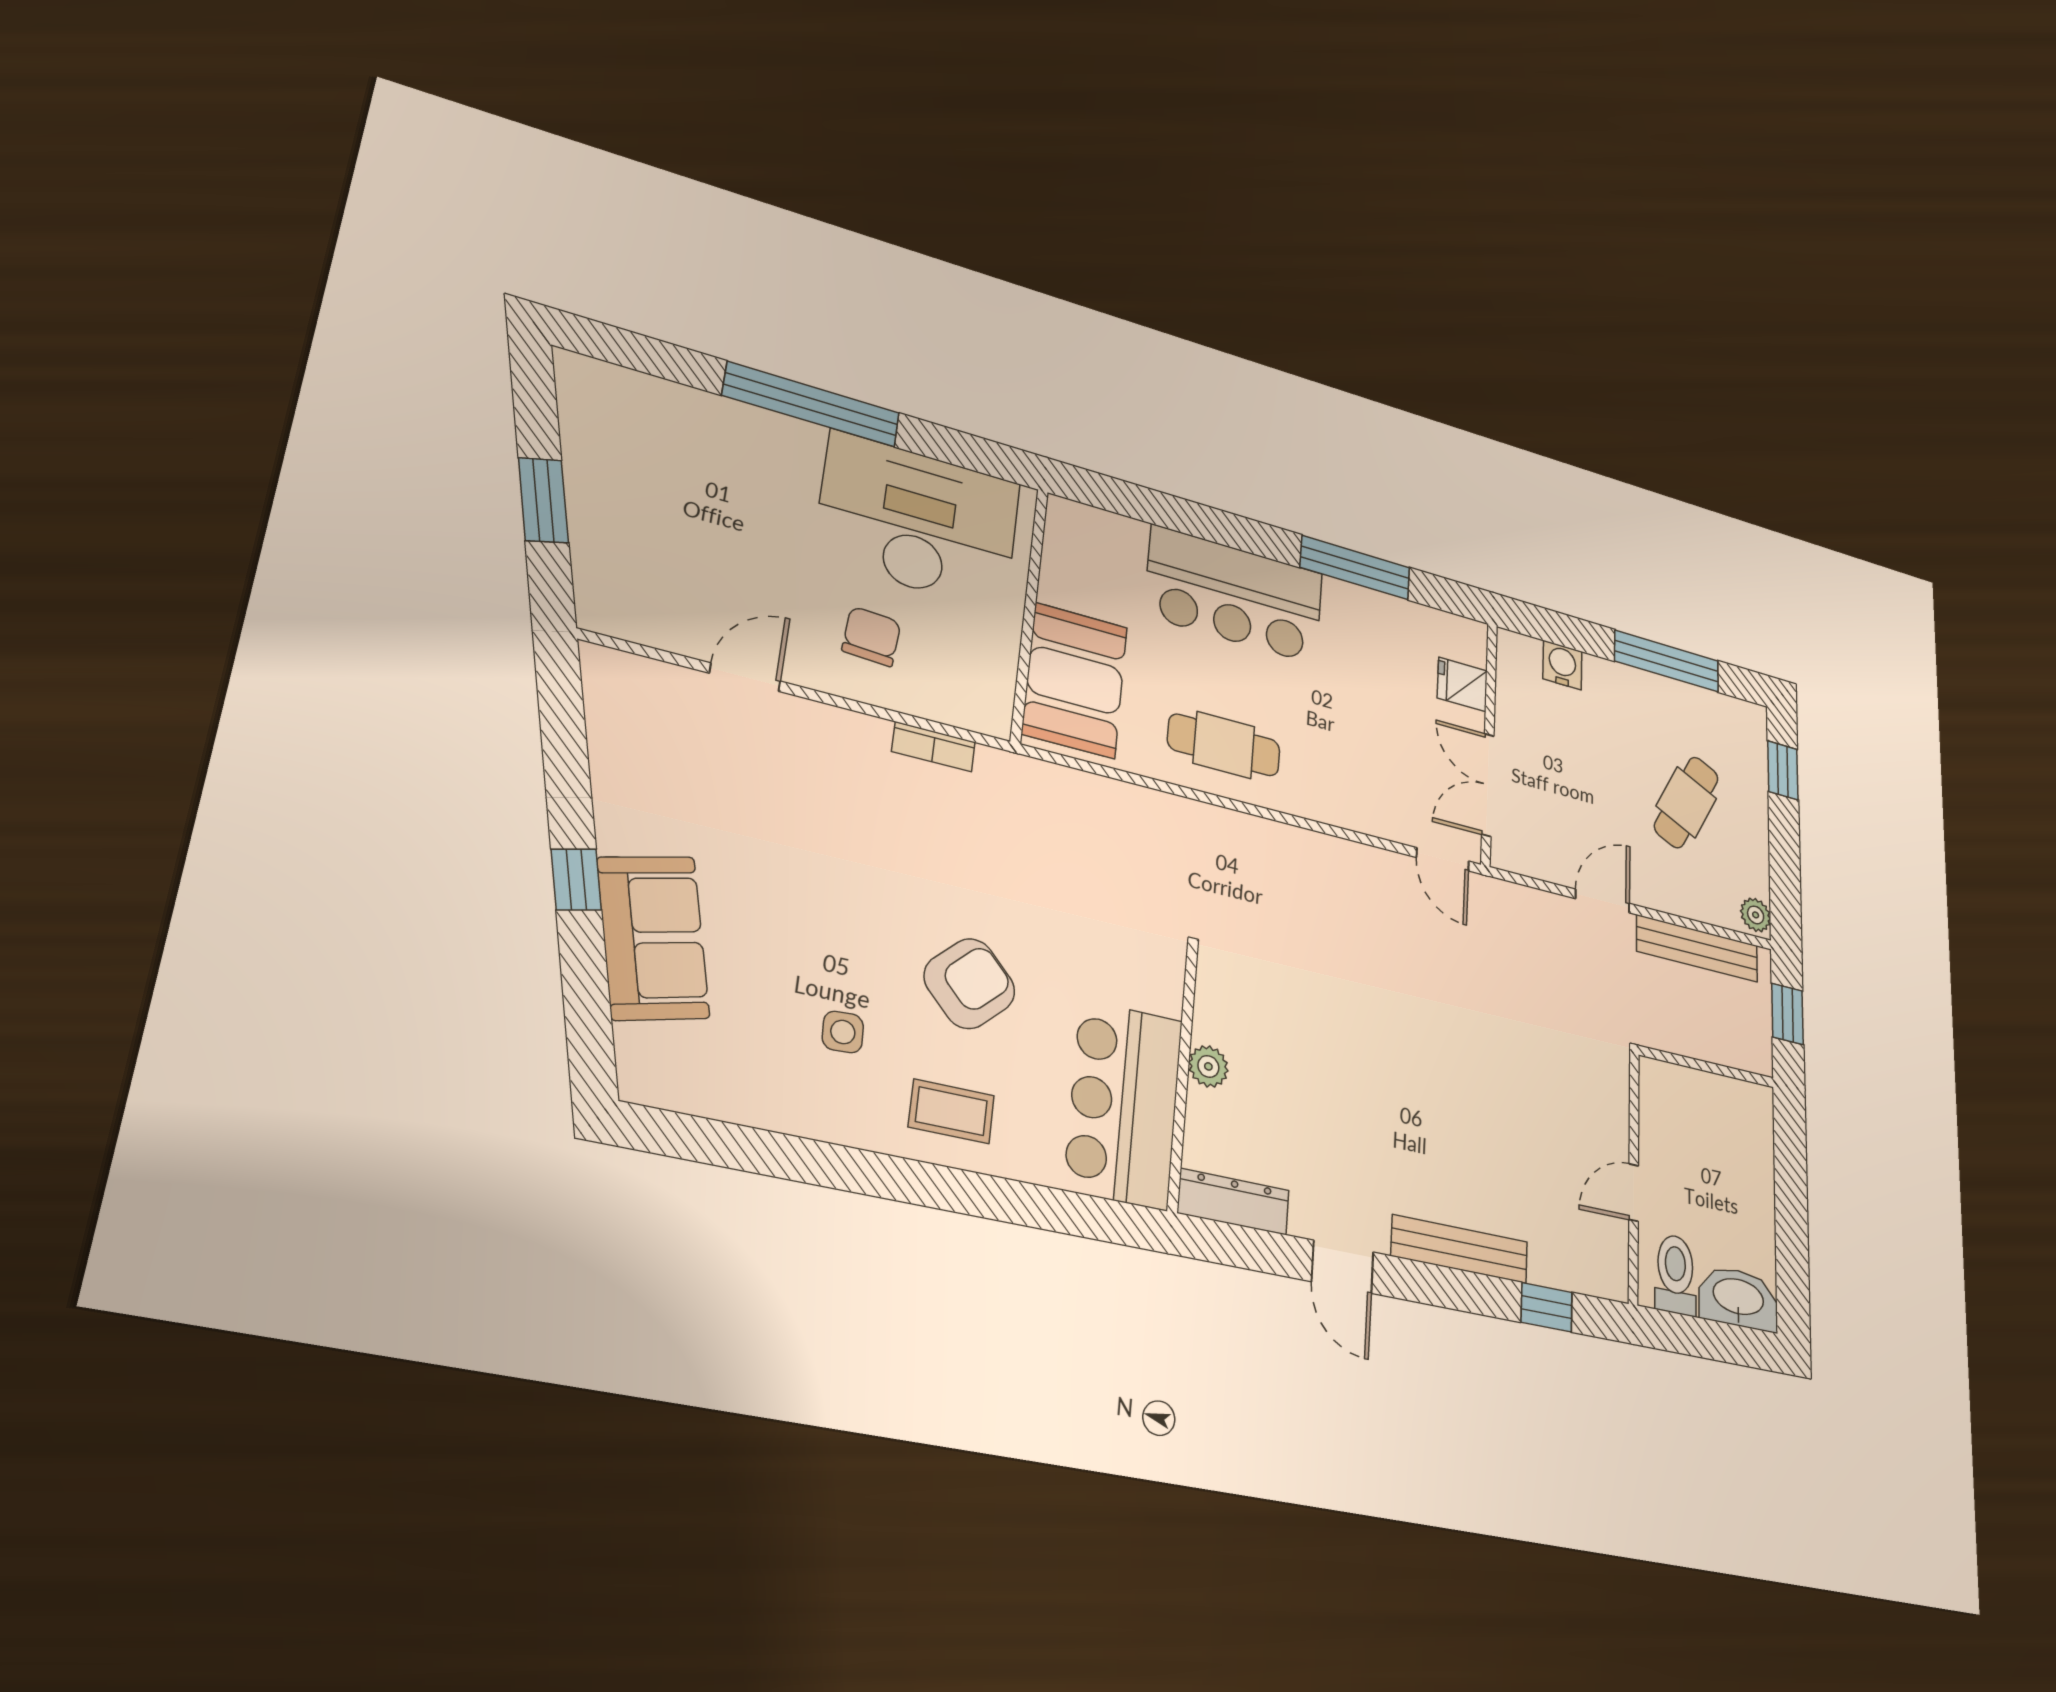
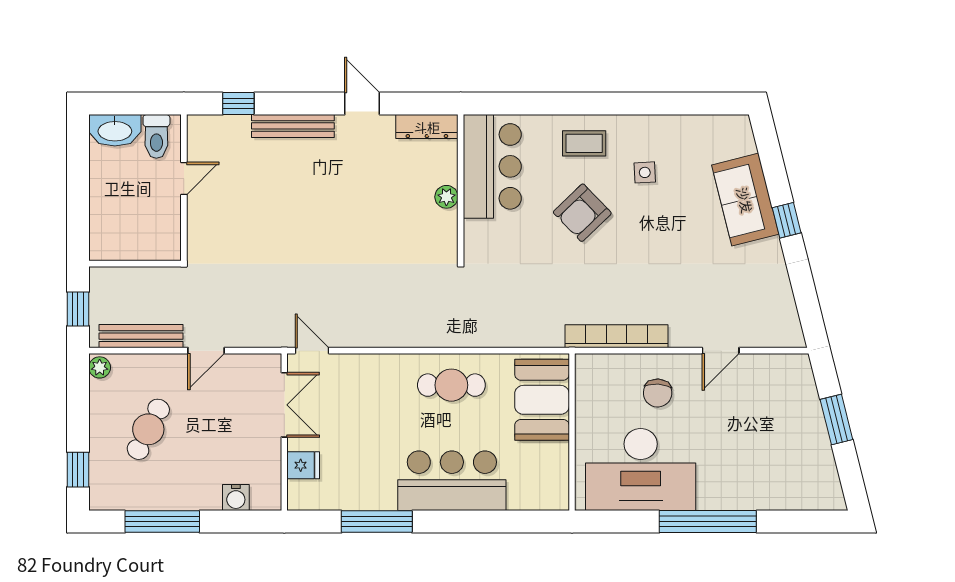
bookcase: (933, 747) -> (616, 336), width x2.31, depth x1.31

